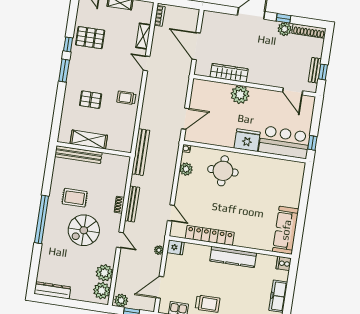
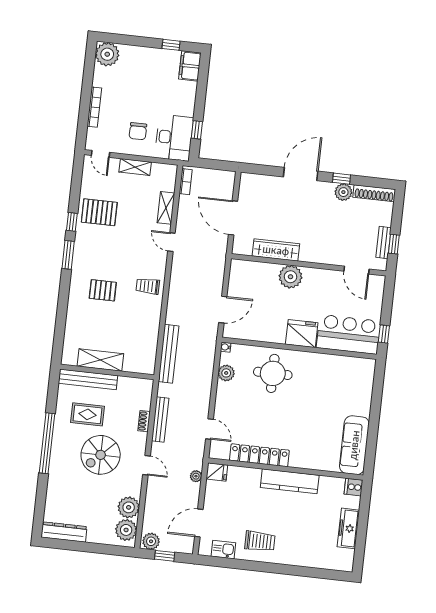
shelving: (89, 140) -> (100, 360), moved
wall: (94, 149) -> (107, 372), moved
bench: (78, 155) -> (88, 379), moved

